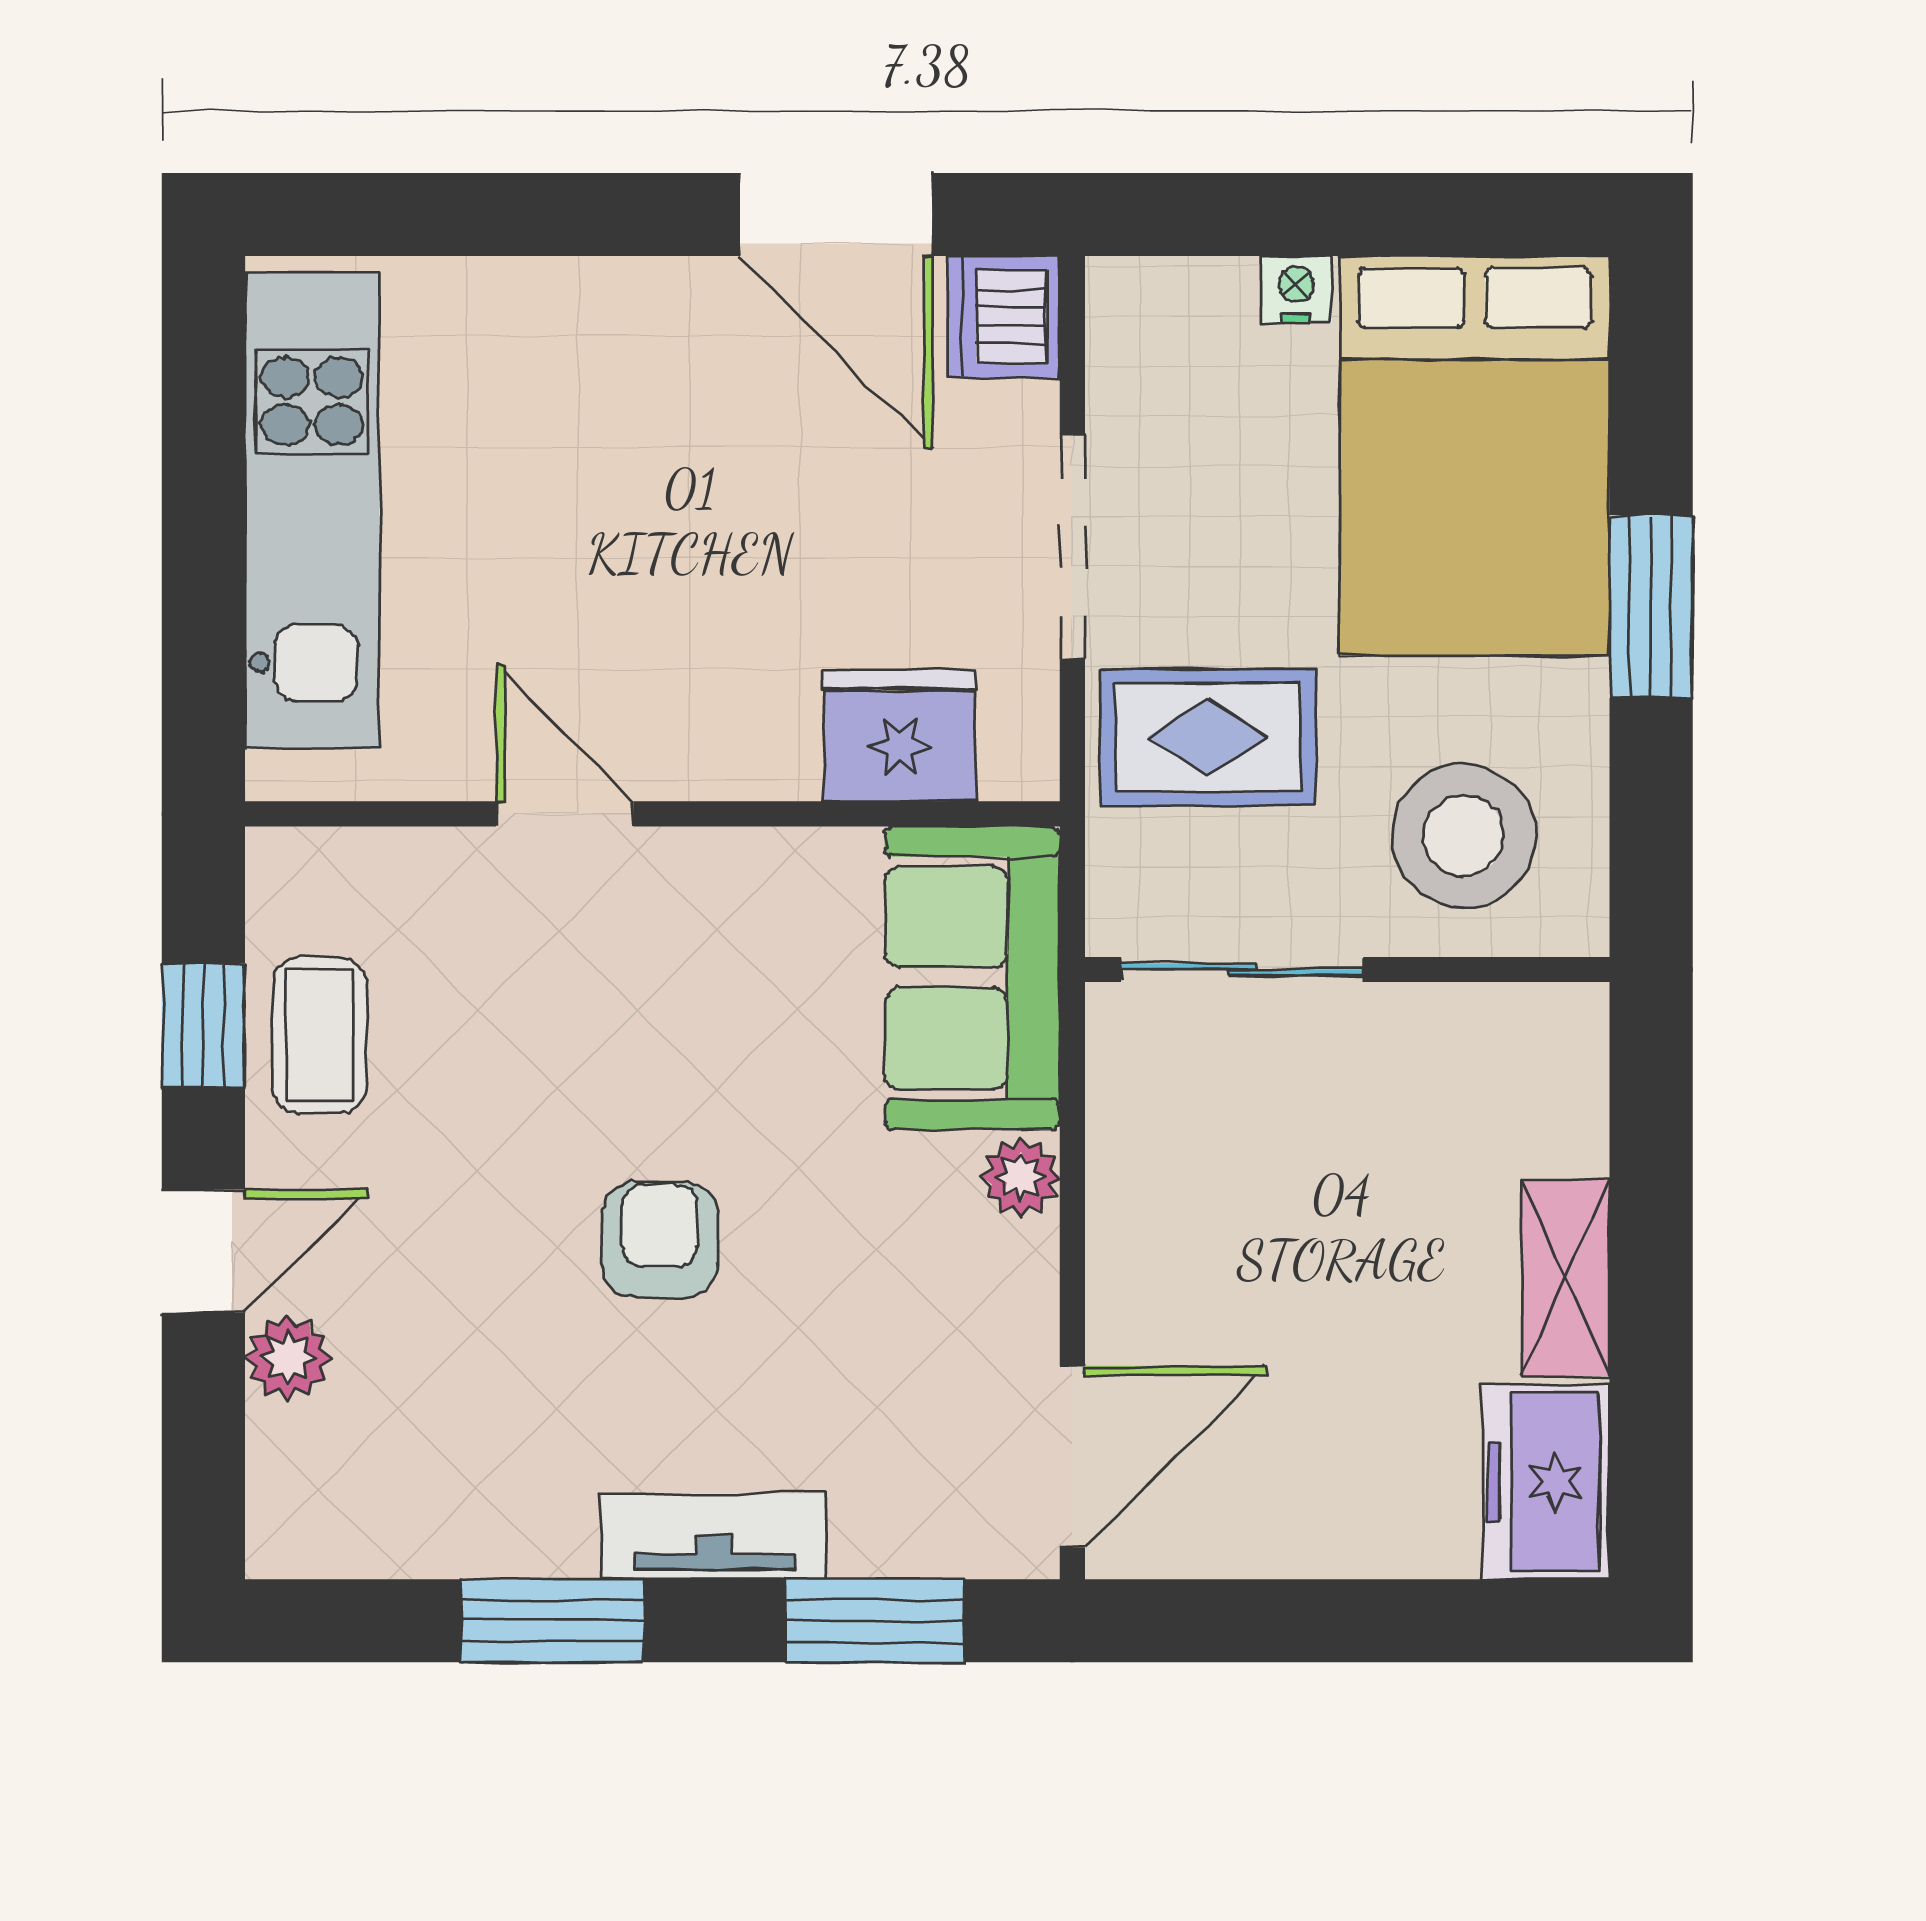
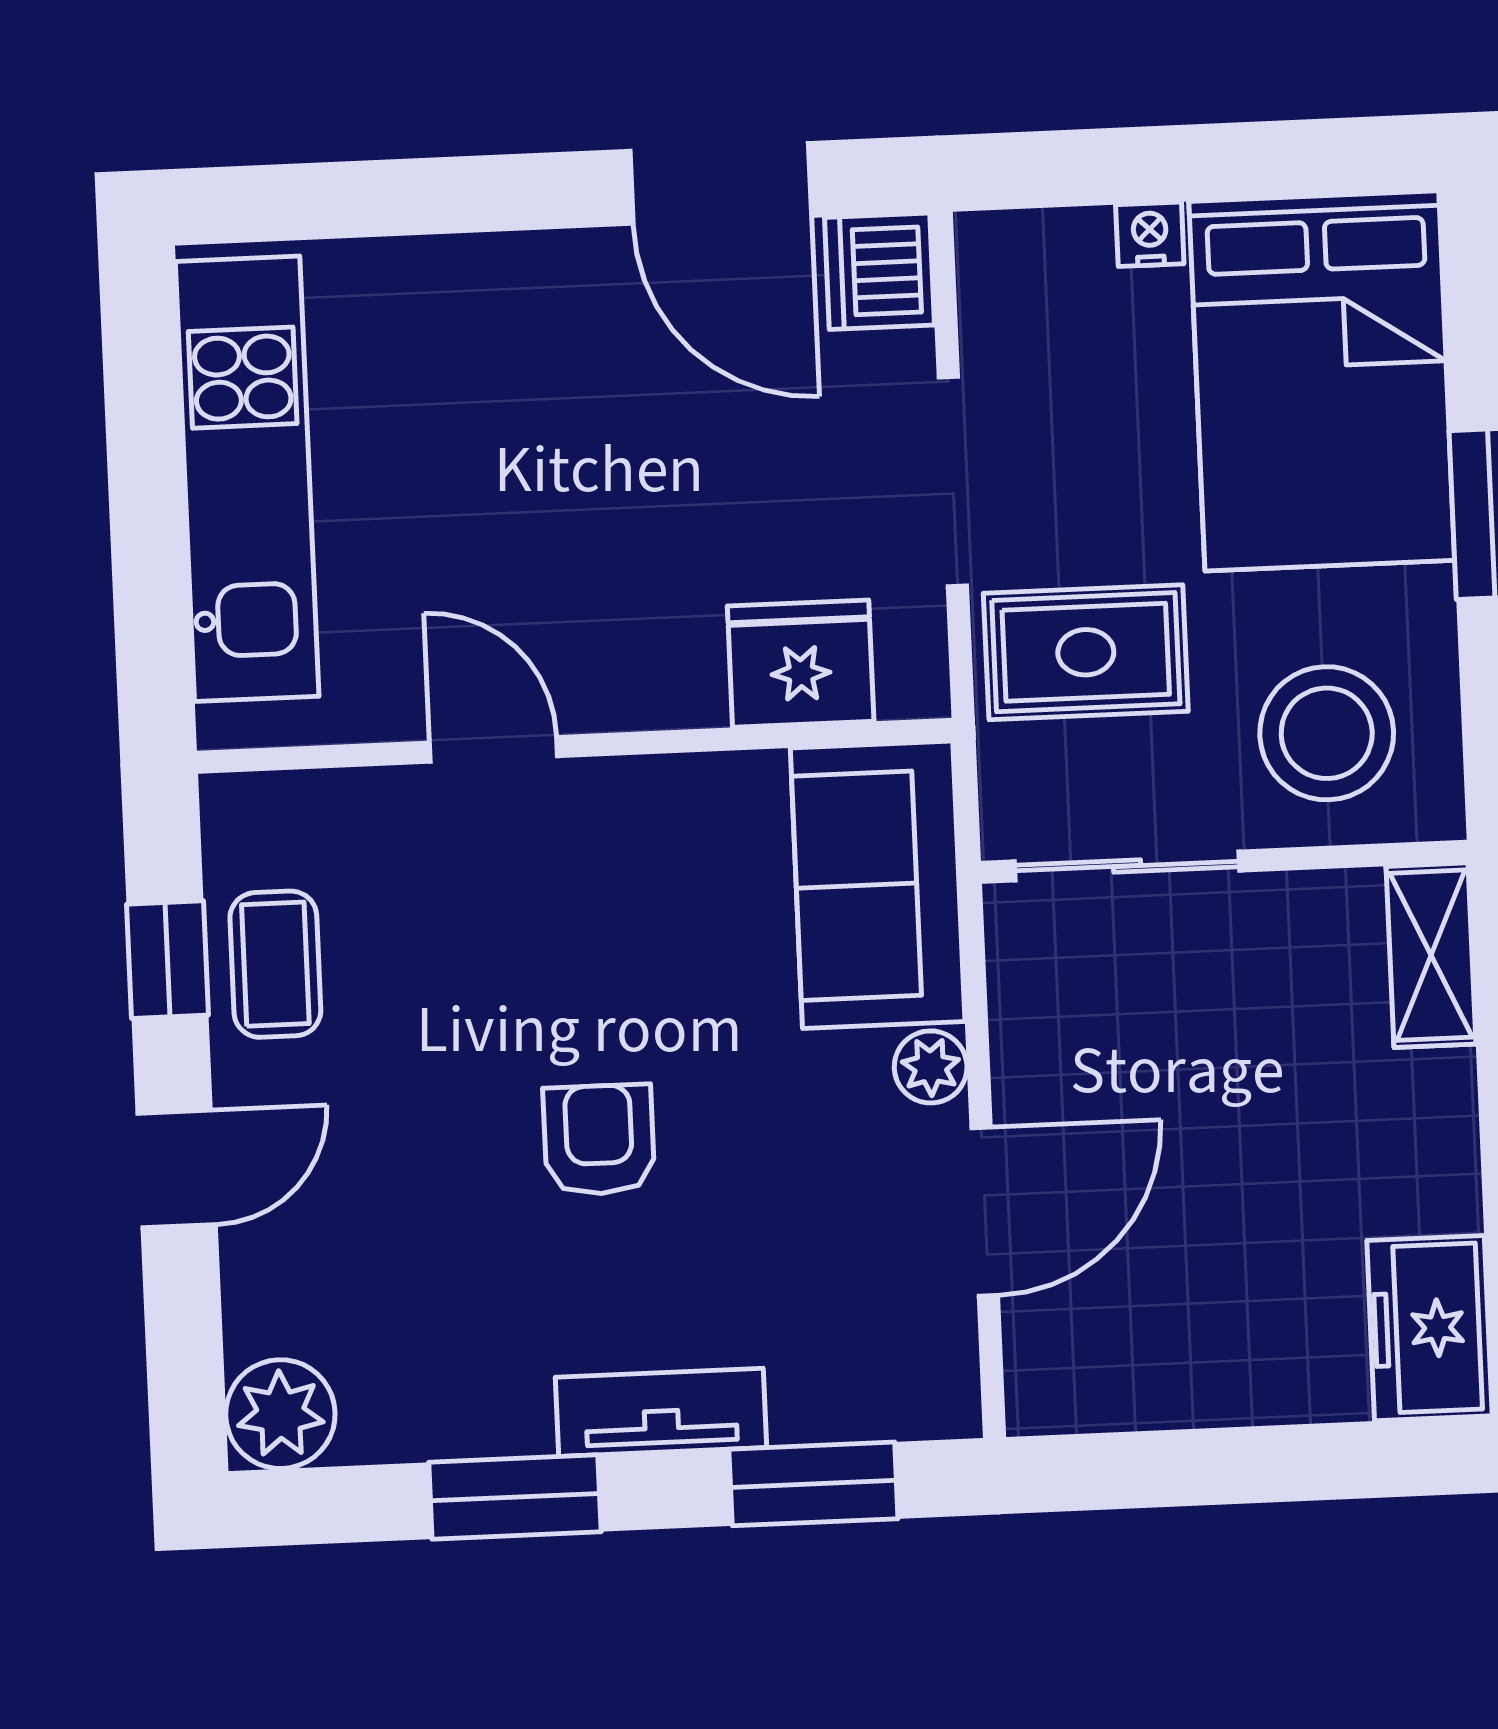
shelving: (1566, 1278) -> (1431, 955), moved
plant: (288, 1358) -> (280, 1414), moved, width x1.38, depth x1.38
door: (1072, 1457) -> (985, 1212), moved

